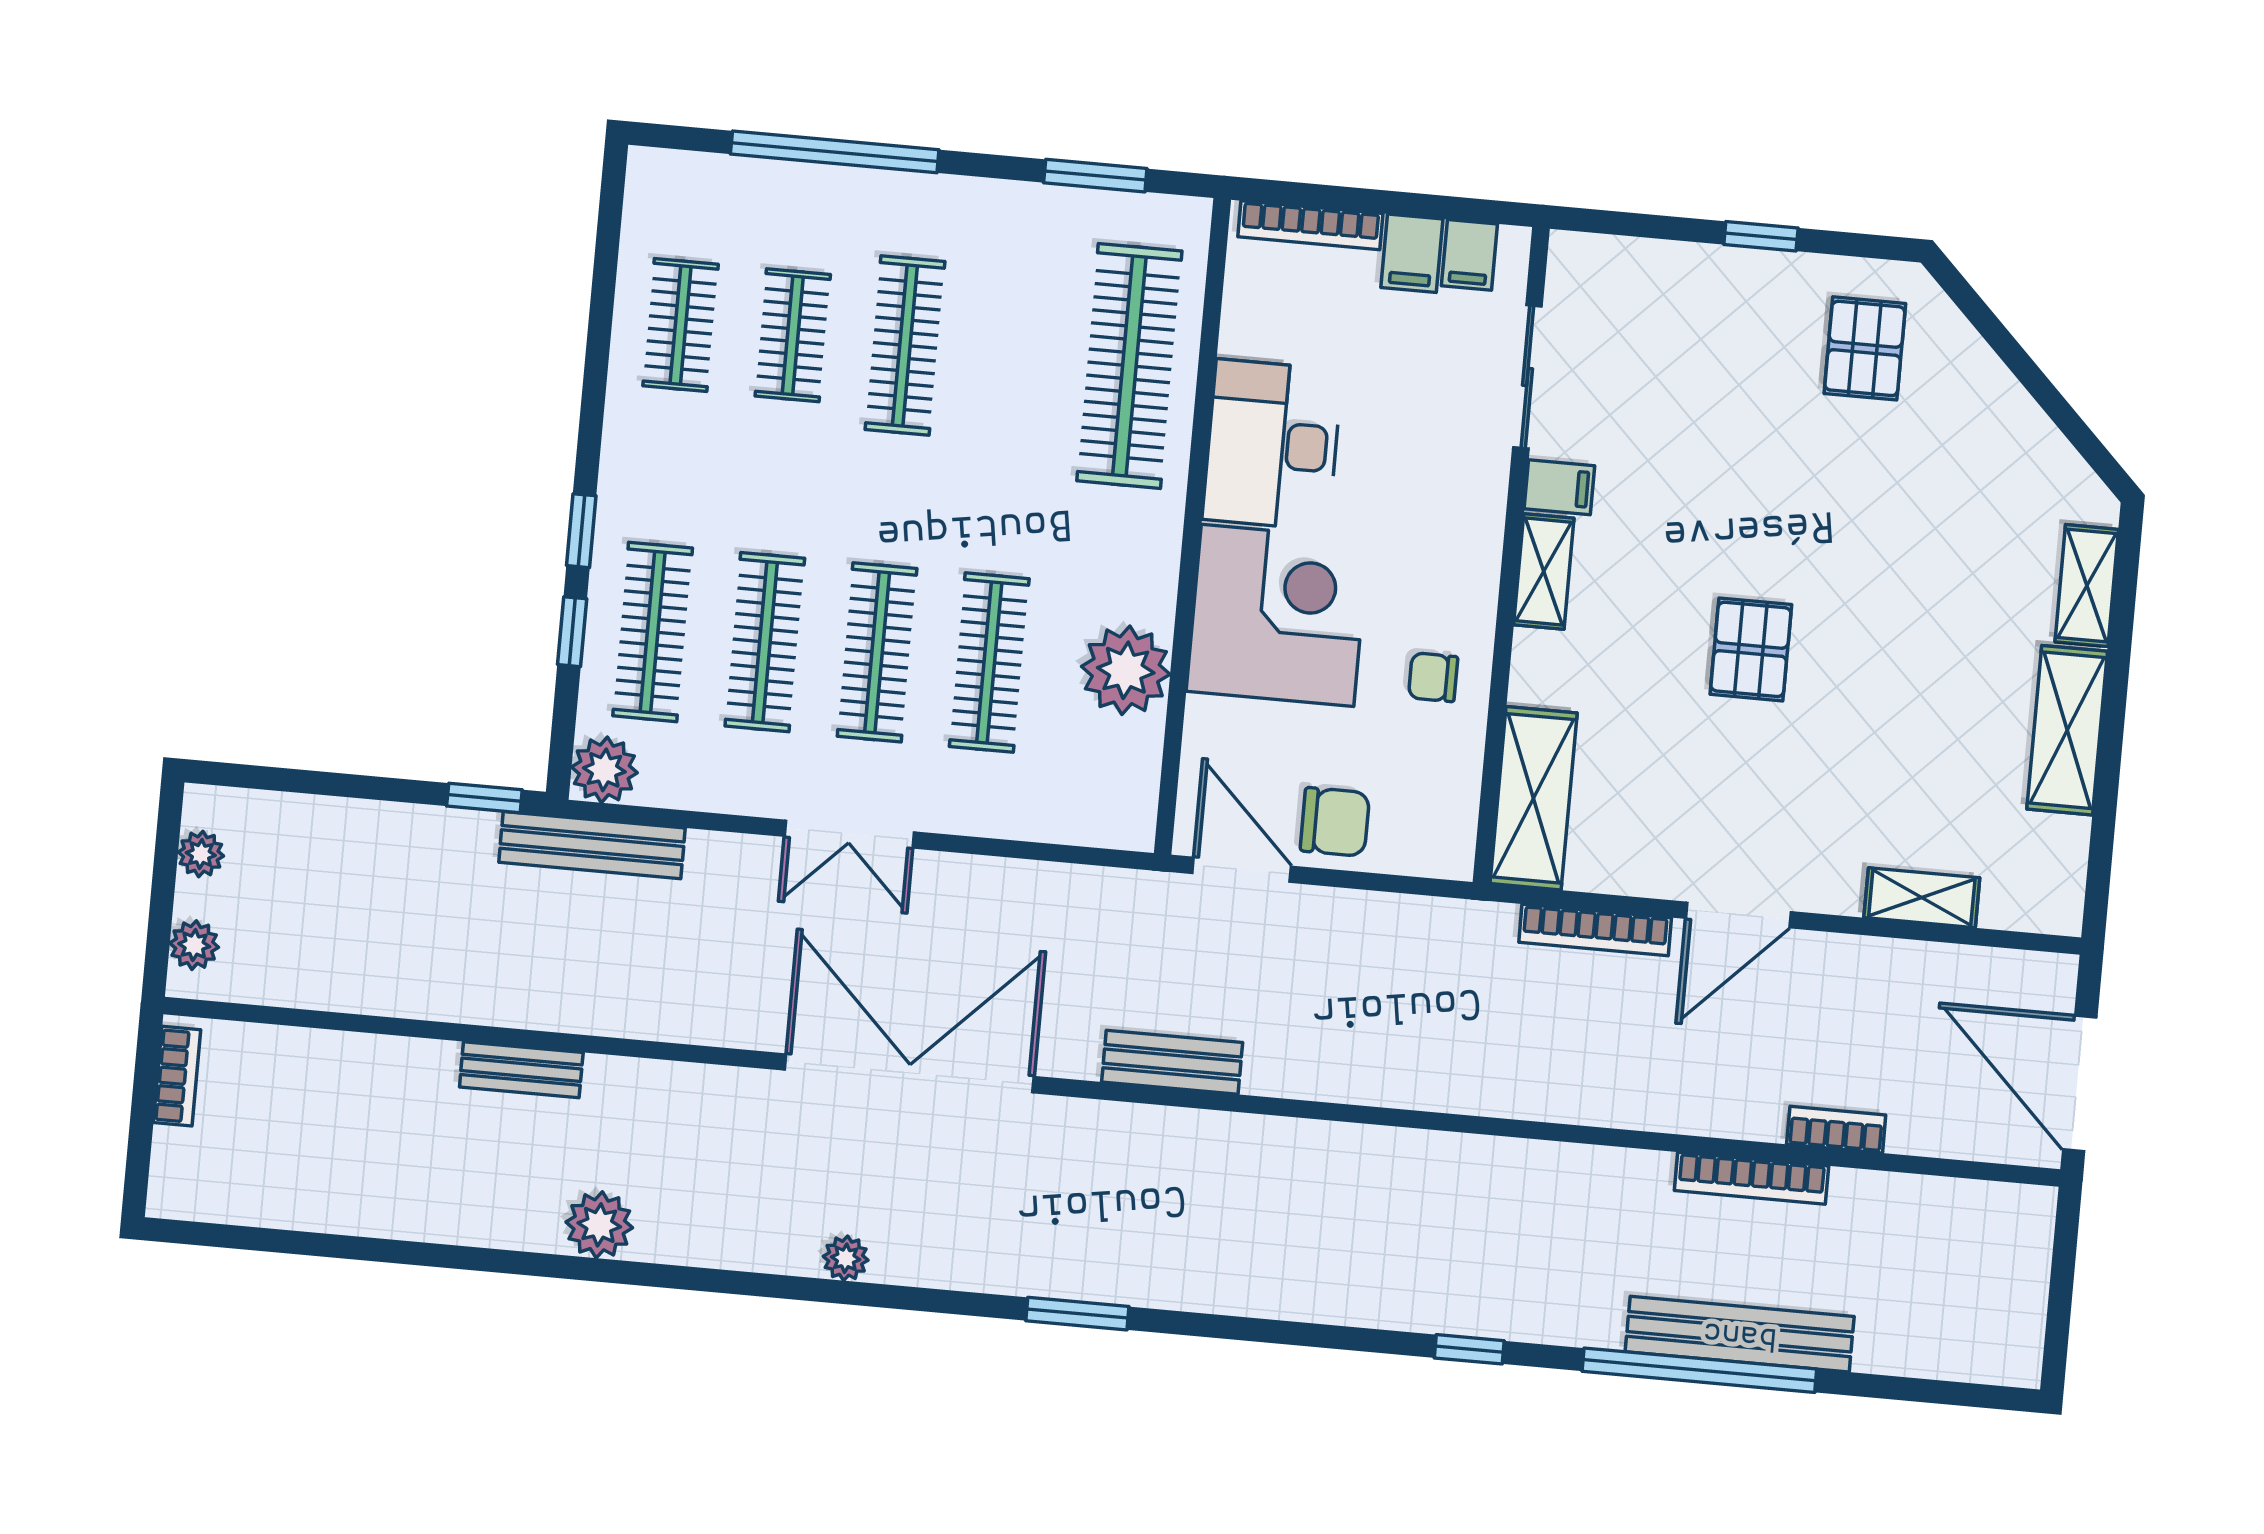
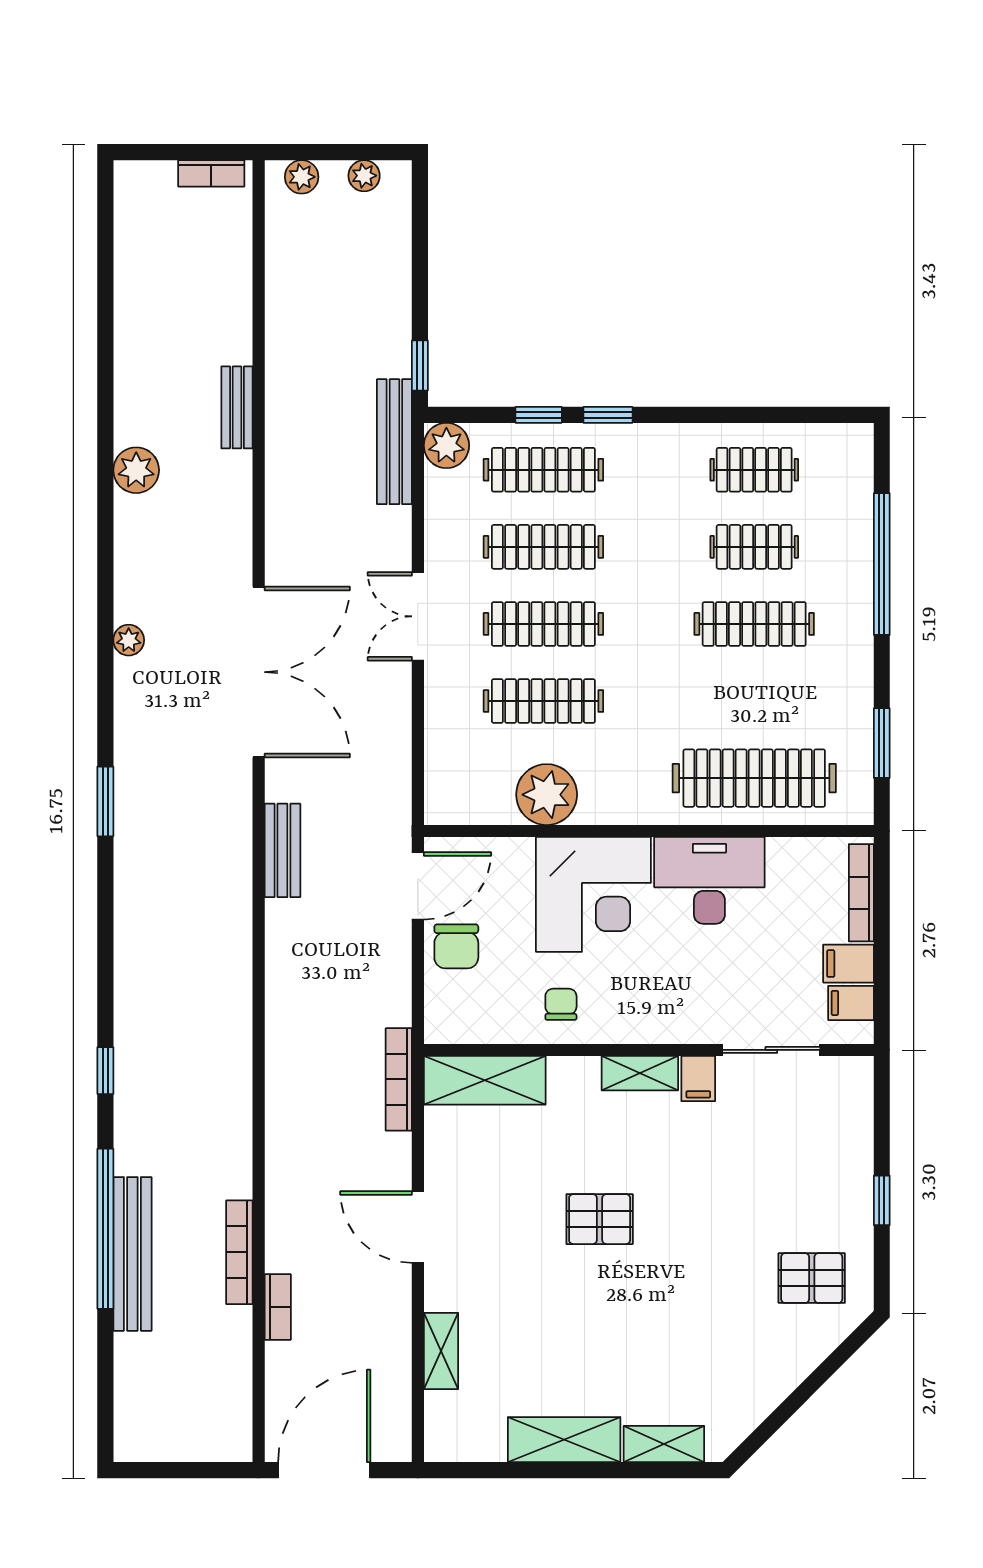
bookcase: (1595, 930) -> (399, 1079), moved

